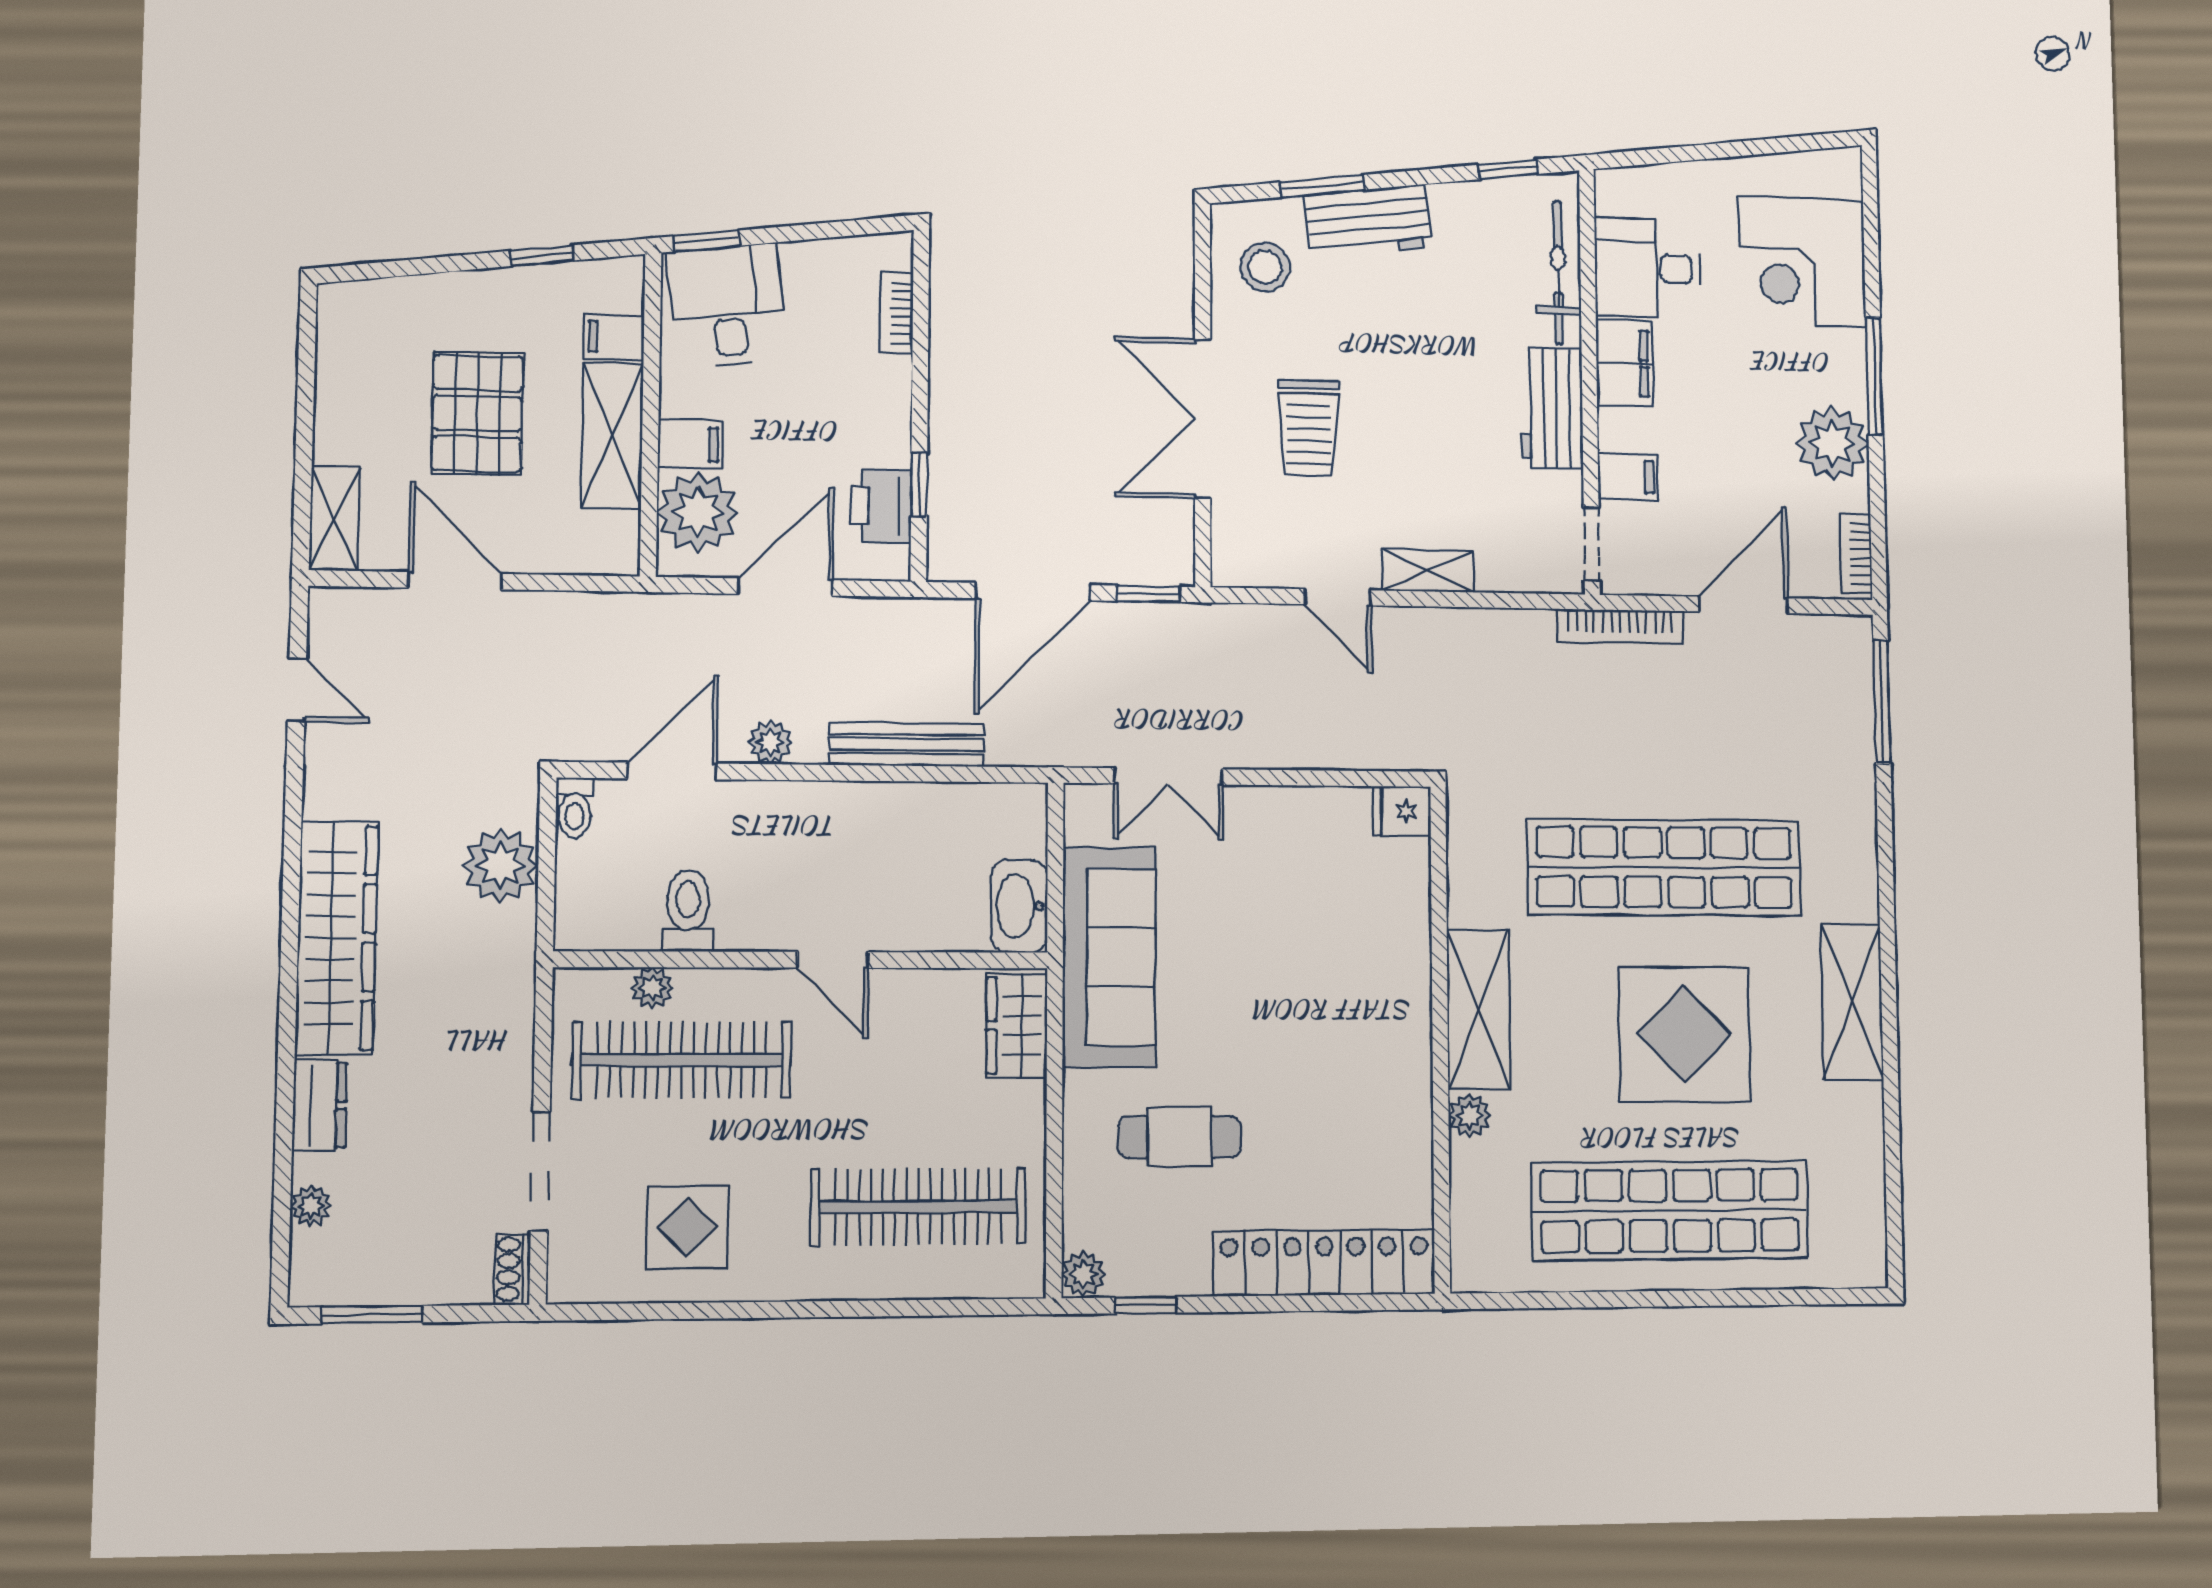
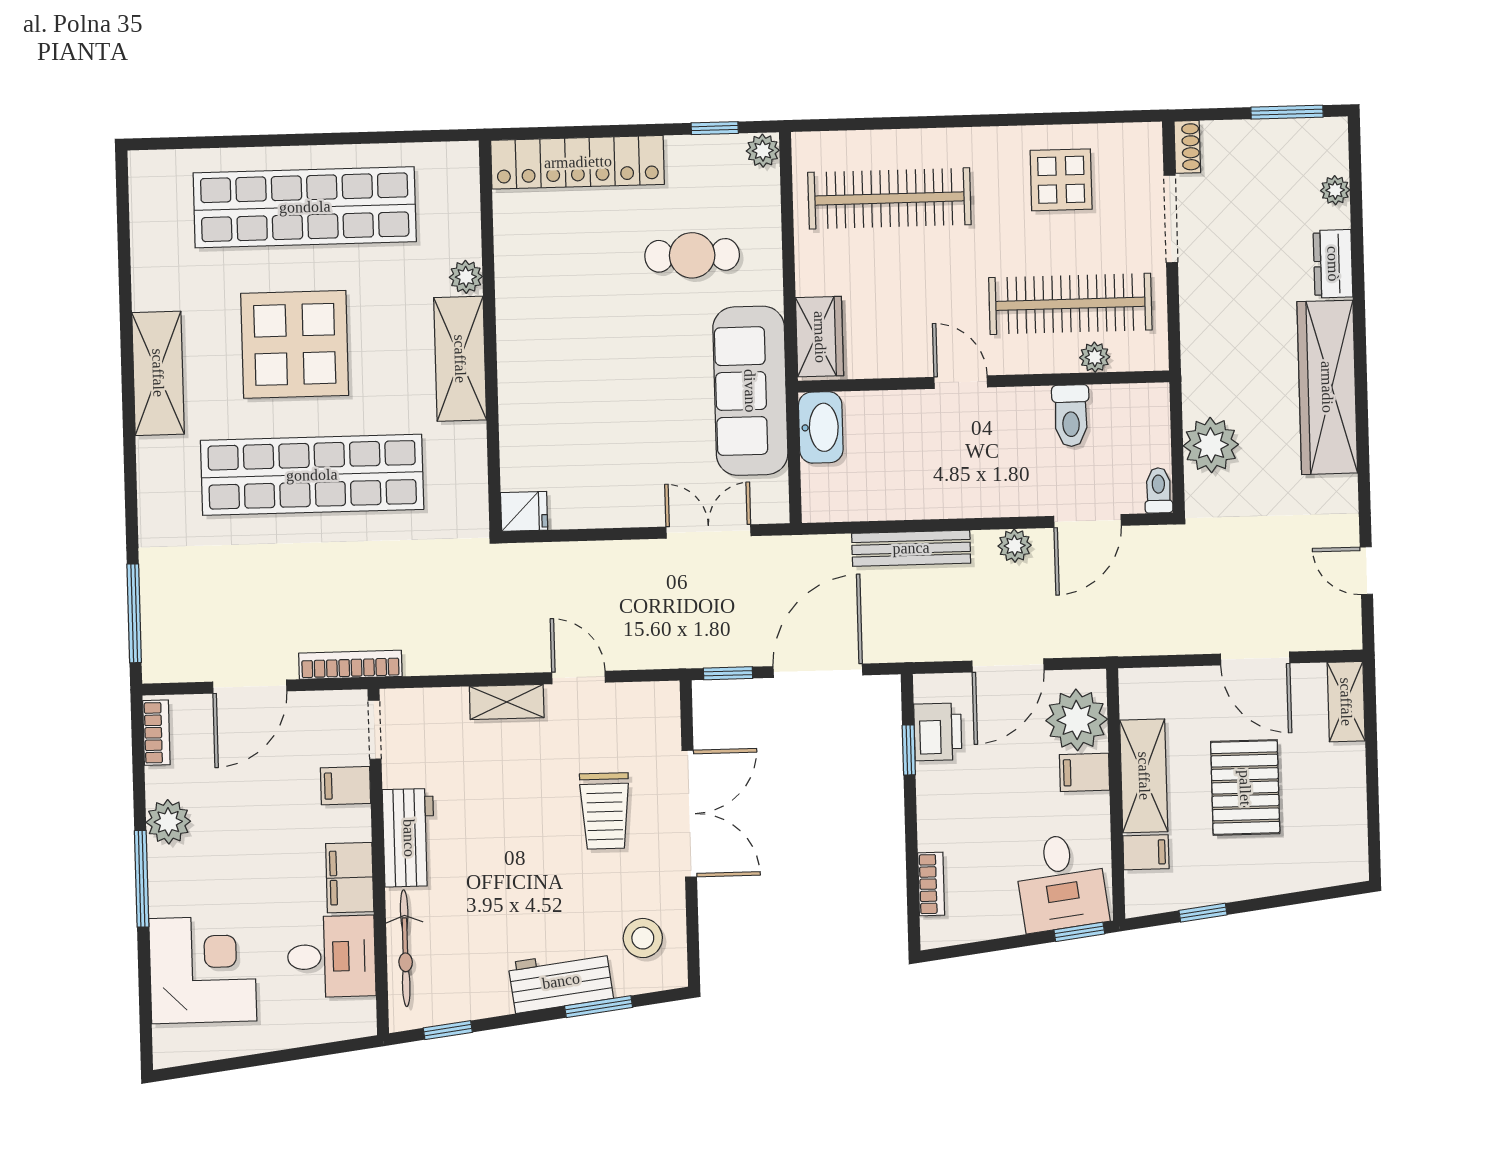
trolley: (1309, 428) -> (605, 811), turned 180
plant: (1832, 443) -> (168, 822), width x0.73, depth x0.73

